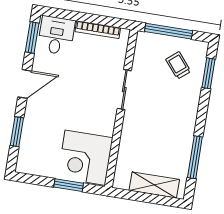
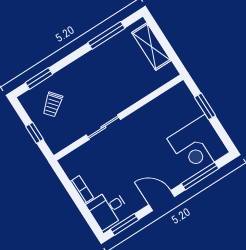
bookcase: (98, 30) -> (82, 190), width x0.64
window: (169, 31) -> (35, 133), width x0.46
window: (17, 132) -> (200, 176), width x1.44
corner desk: (85, 158) -> (198, 145), moved, turned 90

